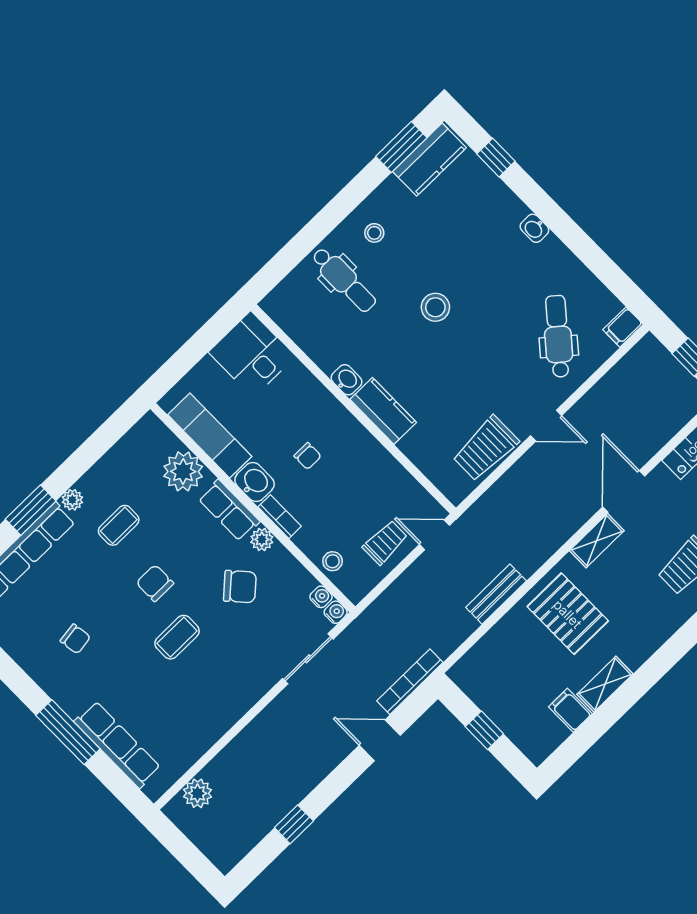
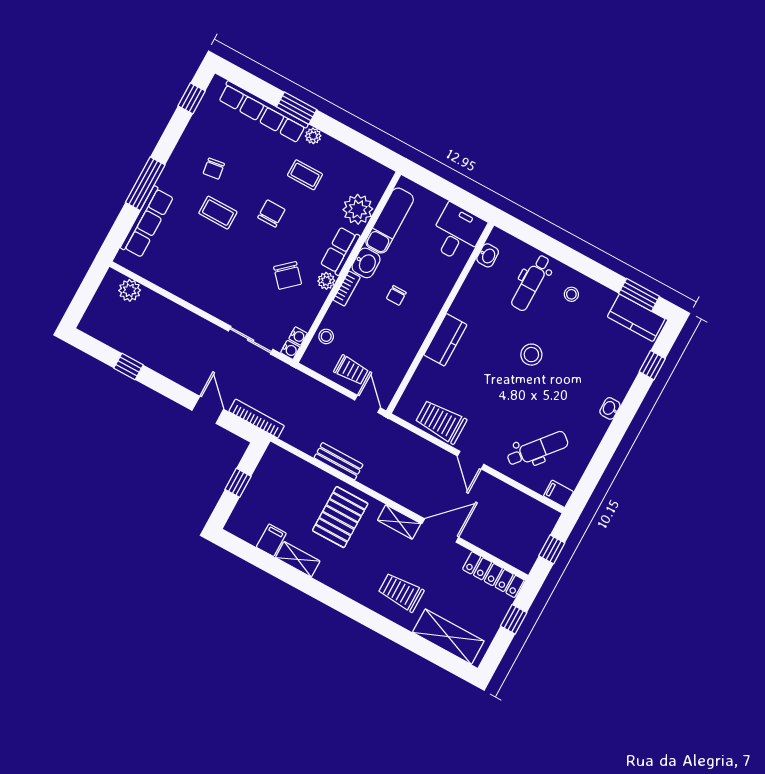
washbasin: (347, 380) -> (488, 255), moved
coffee table: (177, 637) -> (218, 213), moved

